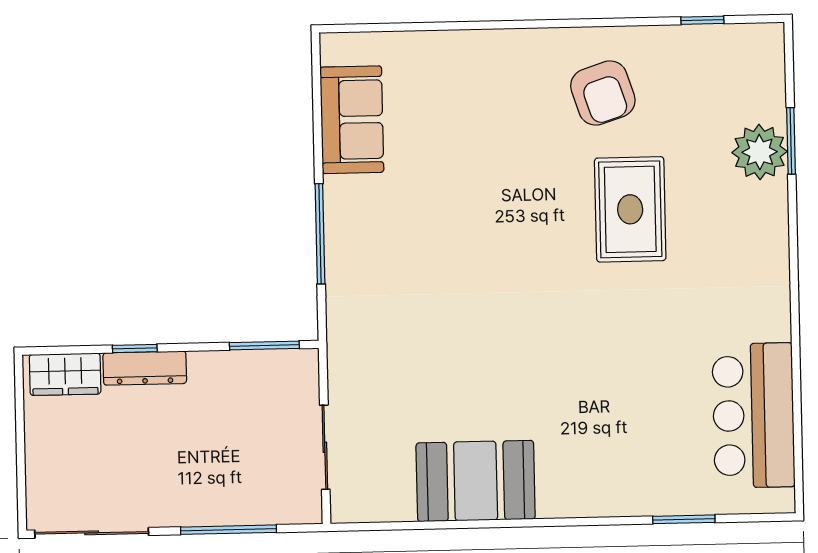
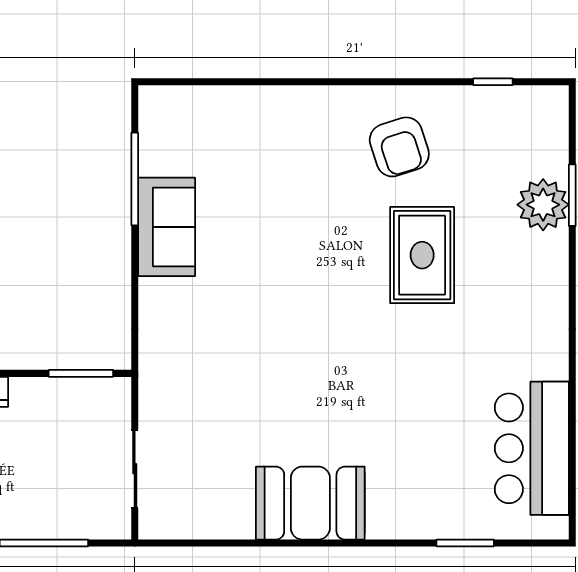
sofa: (352, 120) -> (167, 227), moved
window: (320, 234) -> (135, 179), moved
booth: (476, 481) -> (310, 503), moved

